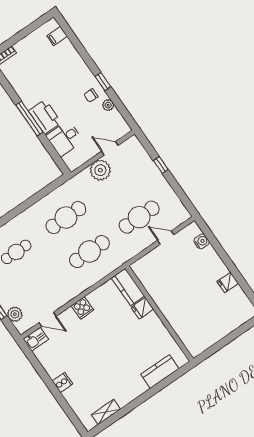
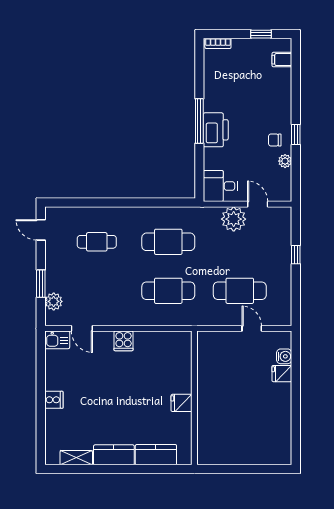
window: (30, 28) -> (261, 34), added
desk: (65, 138) -> (220, 186), moved
fridge: (228, 282) -> (282, 374), moved
kitchen counter: (128, 287) -> (114, 455), moved, turned 90
fridge: (142, 308) -> (182, 403), moved

